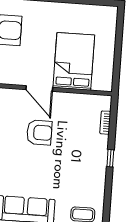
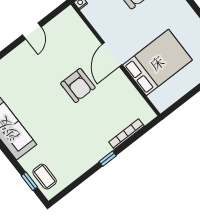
bookcase: (105, 123) -> (126, 134), width x1.56

